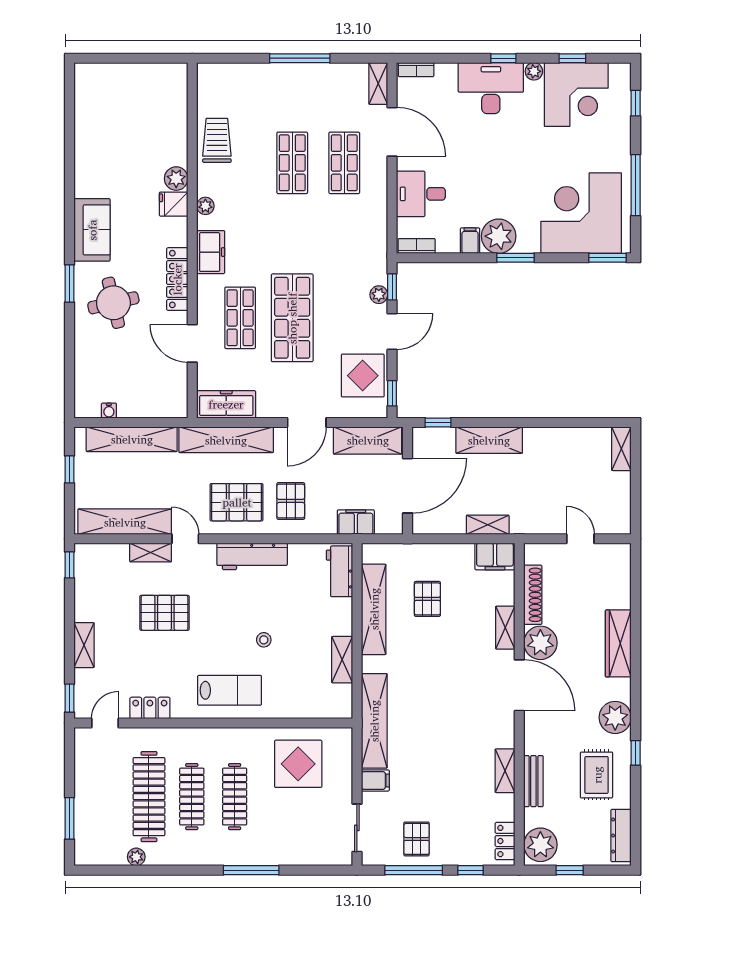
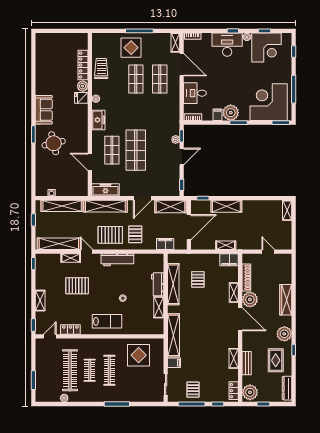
locker: (177, 279) -> (83, 65), moved
display table: (363, 376) -> (131, 48), moved
workbench: (339, 571) -> (158, 284), moved
clothes rail: (192, 797) -> (90, 370), width x0.73

